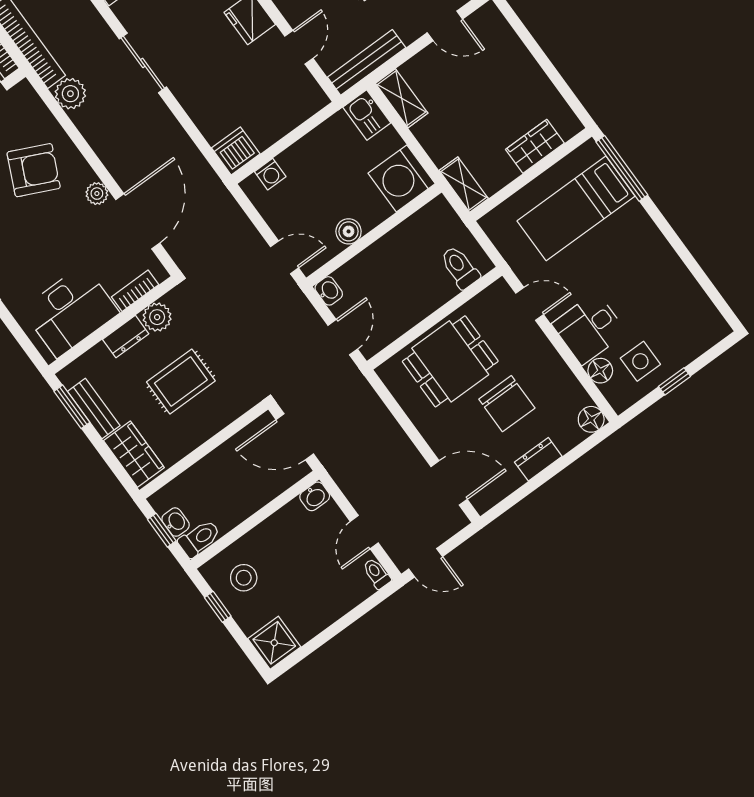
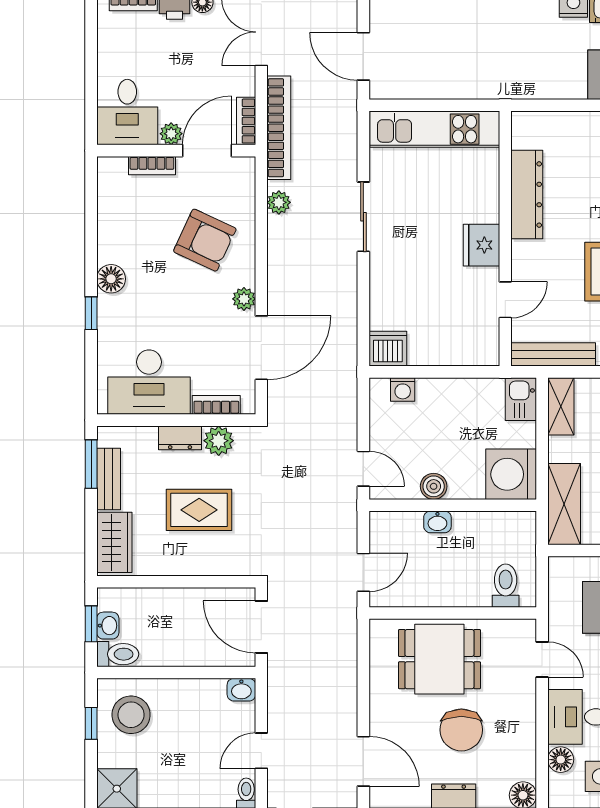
plant: (70, 94) -> (279, 202), width x0.73, depth x0.73
shelving: (464, 185) -> (564, 504), width x1.50, depth x1.33
washbasin: (329, 291) -> (437, 522), moved, turned 90
stool: (244, 578) -> (131, 715), width x1.38, depth x1.38

